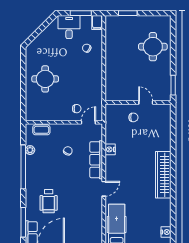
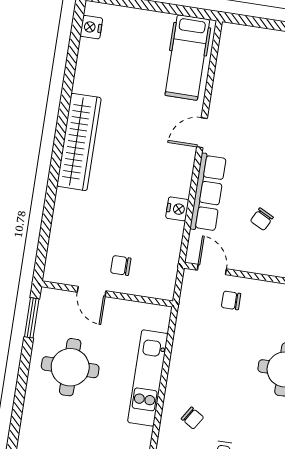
round table: (153, 47) -> (70, 367), moved
kitchen unit: (112, 64) -> (148, 378), added
door: (88, 122) -> (212, 270), swing flipped

